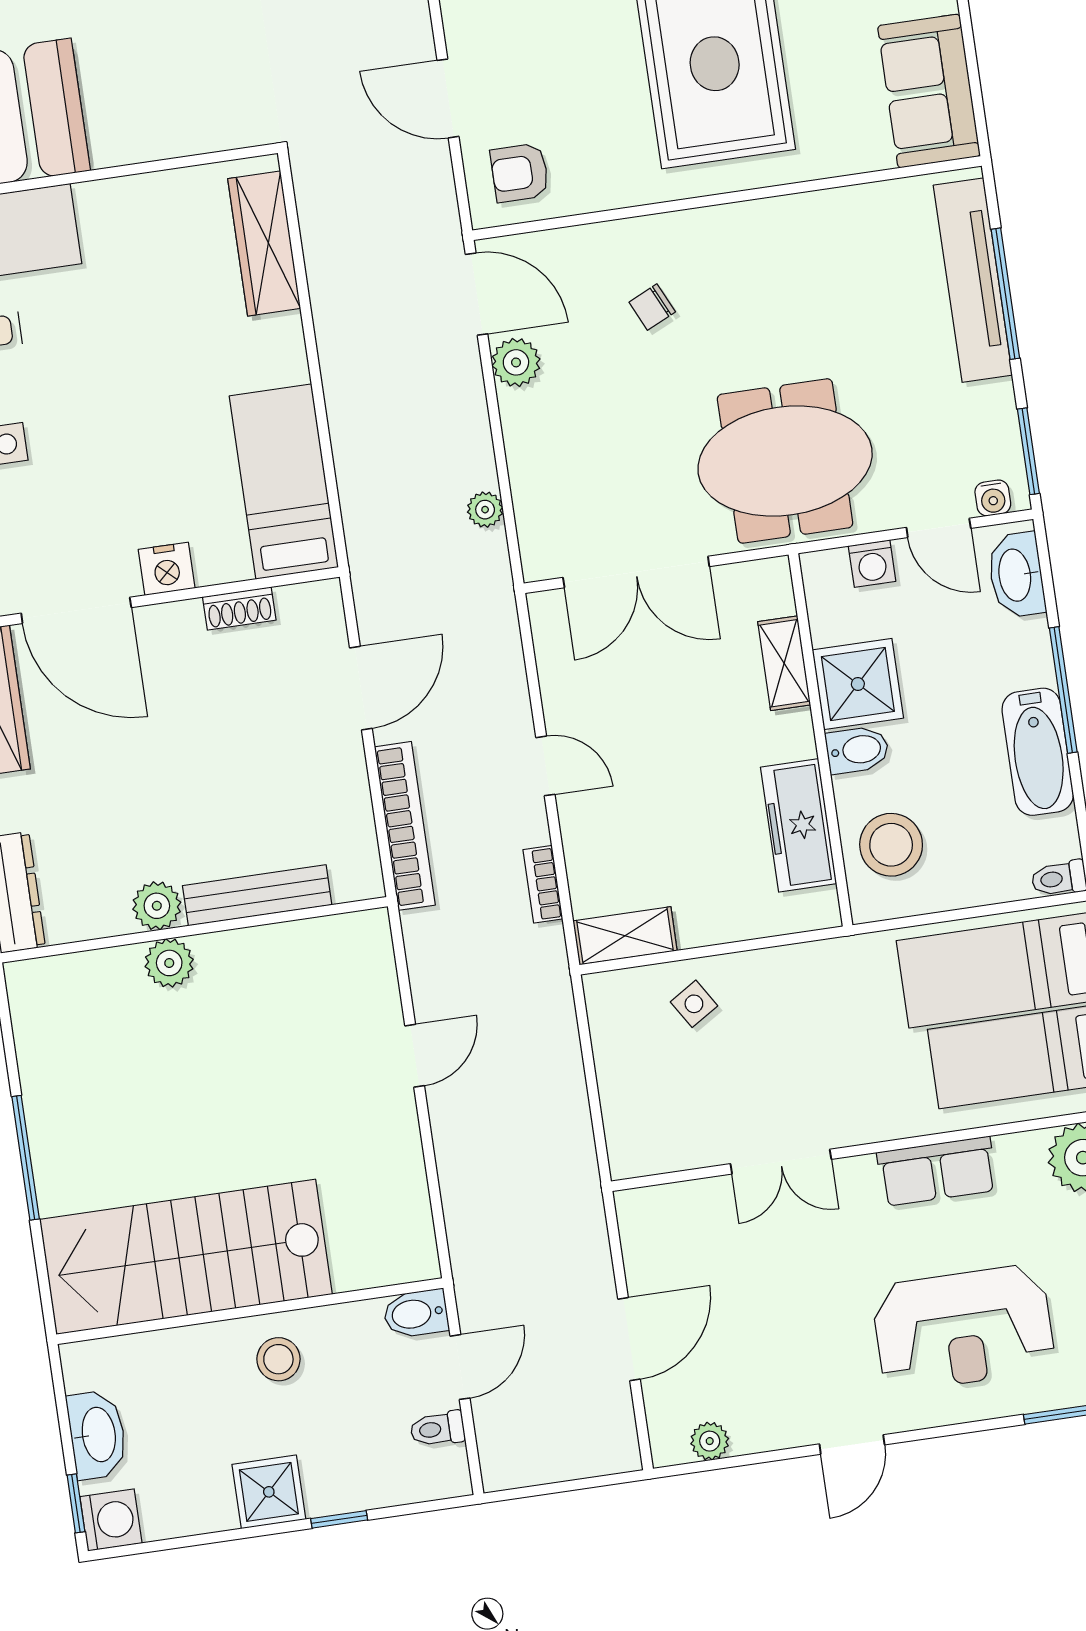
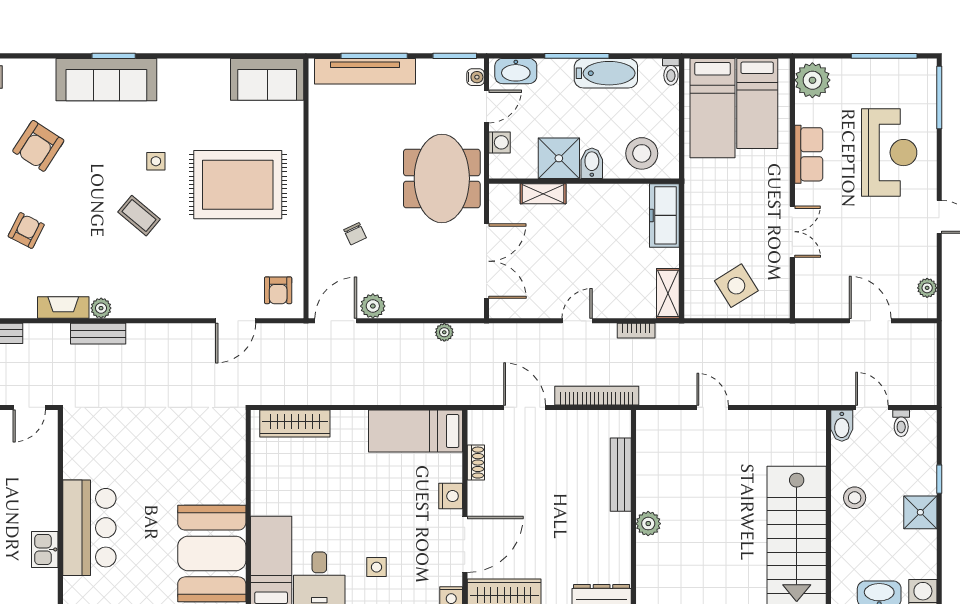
freezer: (799, 825) -> (664, 215), moved, turned 90
plant: (157, 906) -> (619, 526), removed
side table: (694, 1004) -> (736, 286), moved, width x1.87, depth x1.87

